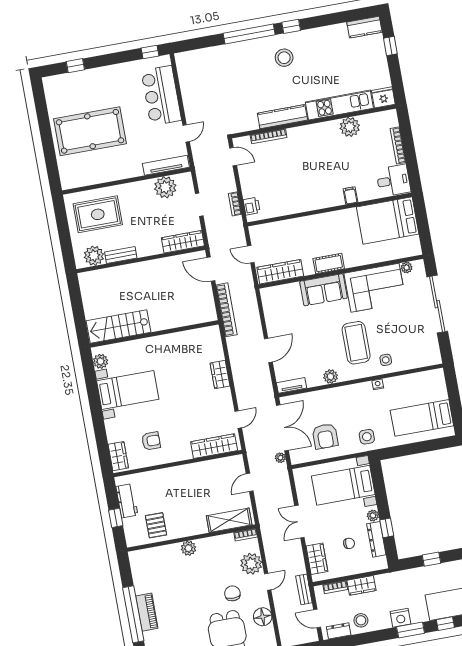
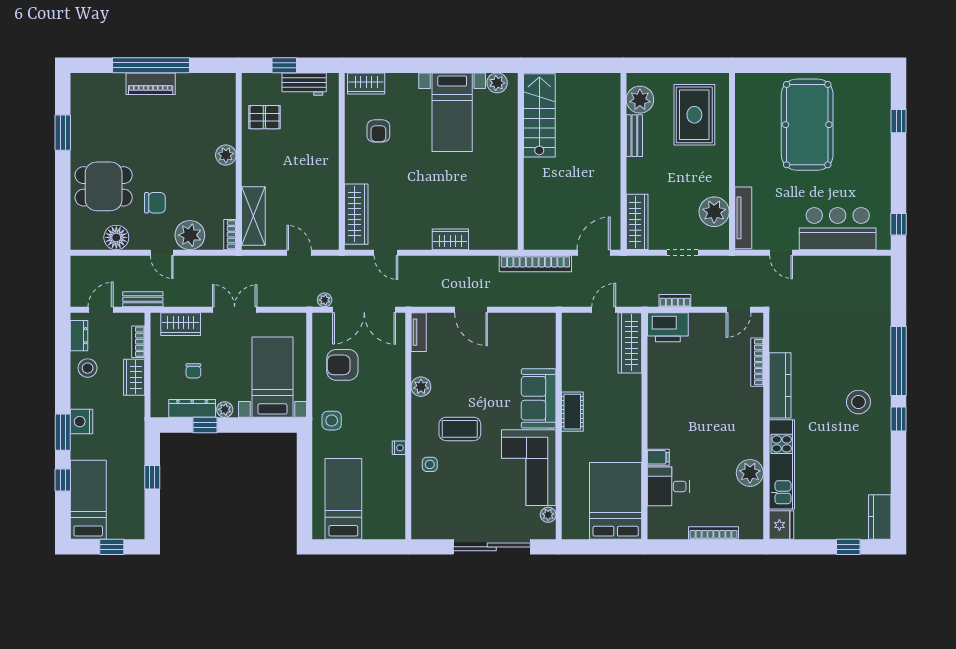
desk: (393, 181) -> (668, 486), moved, turned 90
printer: (252, 206) -> (668, 327), width x1.87, depth x1.48
wardrobe: (280, 272) -> (630, 343), moved, turned 180
coffee table: (356, 343) -> (460, 429), width x0.73, depth x0.76

